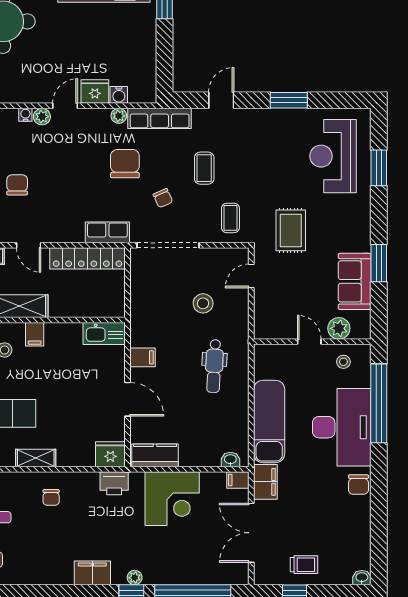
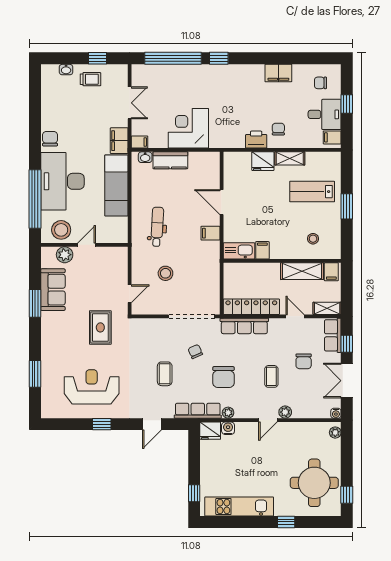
fridge: (95, 92) -> (210, 431), moved
window: (289, 100) -> (102, 424), width x0.67
water cooler: (25, 115) -> (297, 413), removed
reception desk: (333, 156) -> (92, 387), moved, turned -90
coffee table: (230, 218) -> (271, 376), moved
row of seats: (107, 232) -> (244, 326), width x1.48
filing cabinet: (35, 334) -> (262, 250), moved
door: (309, 342) -> (87, 245), swing flipped
stool: (343, 362) -> (61, 230), width x1.89, depth x1.89
fridge: (110, 454) -> (263, 161), moved
kitchen counter: (155, 455) -> (170, 160), moved
printer: (114, 483) -> (256, 140), moved
double door: (251, 533) -> (130, 103), width x0.73
trolley: (304, 565) -> (90, 79), turned 180
filing cabinet: (92, 573) -> (278, 73), moved
plant: (135, 578) -> (216, 70), removed
washbasin: (362, 578) -> (66, 70), moved

